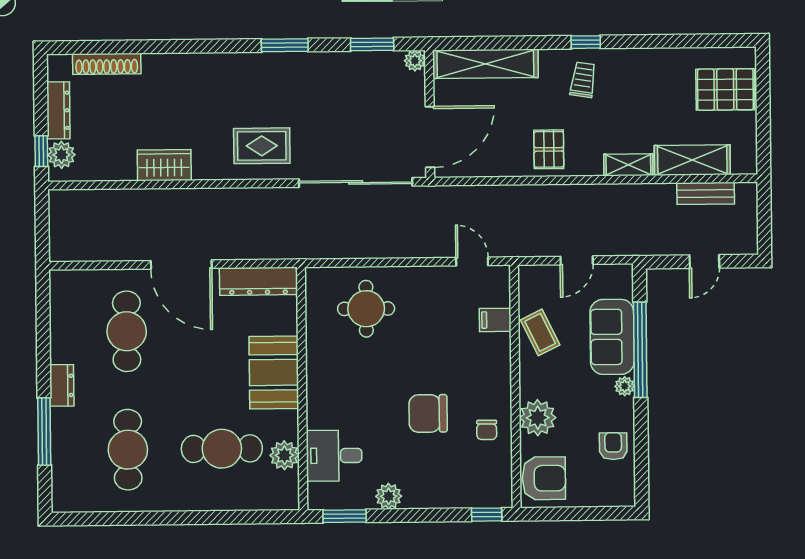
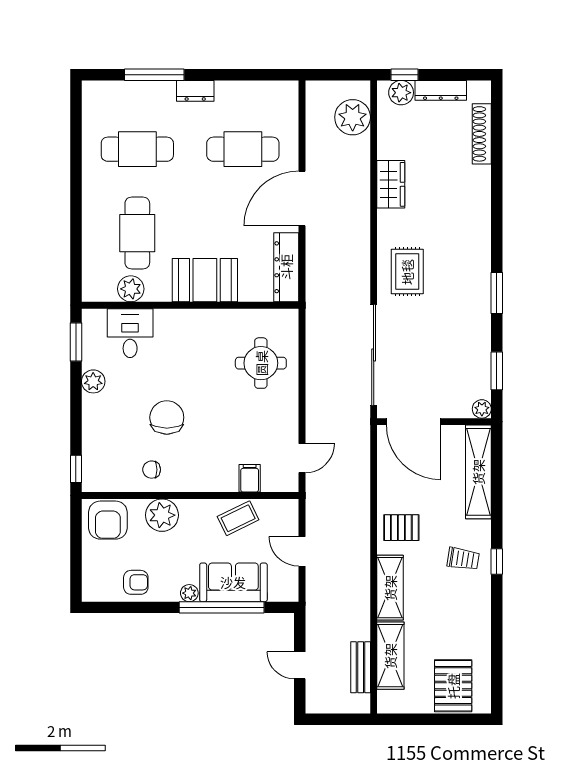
shelving: (628, 165) -> (390, 588), width x1.50, depth x1.33
plant: (90, 209) -> (353, 117), added

